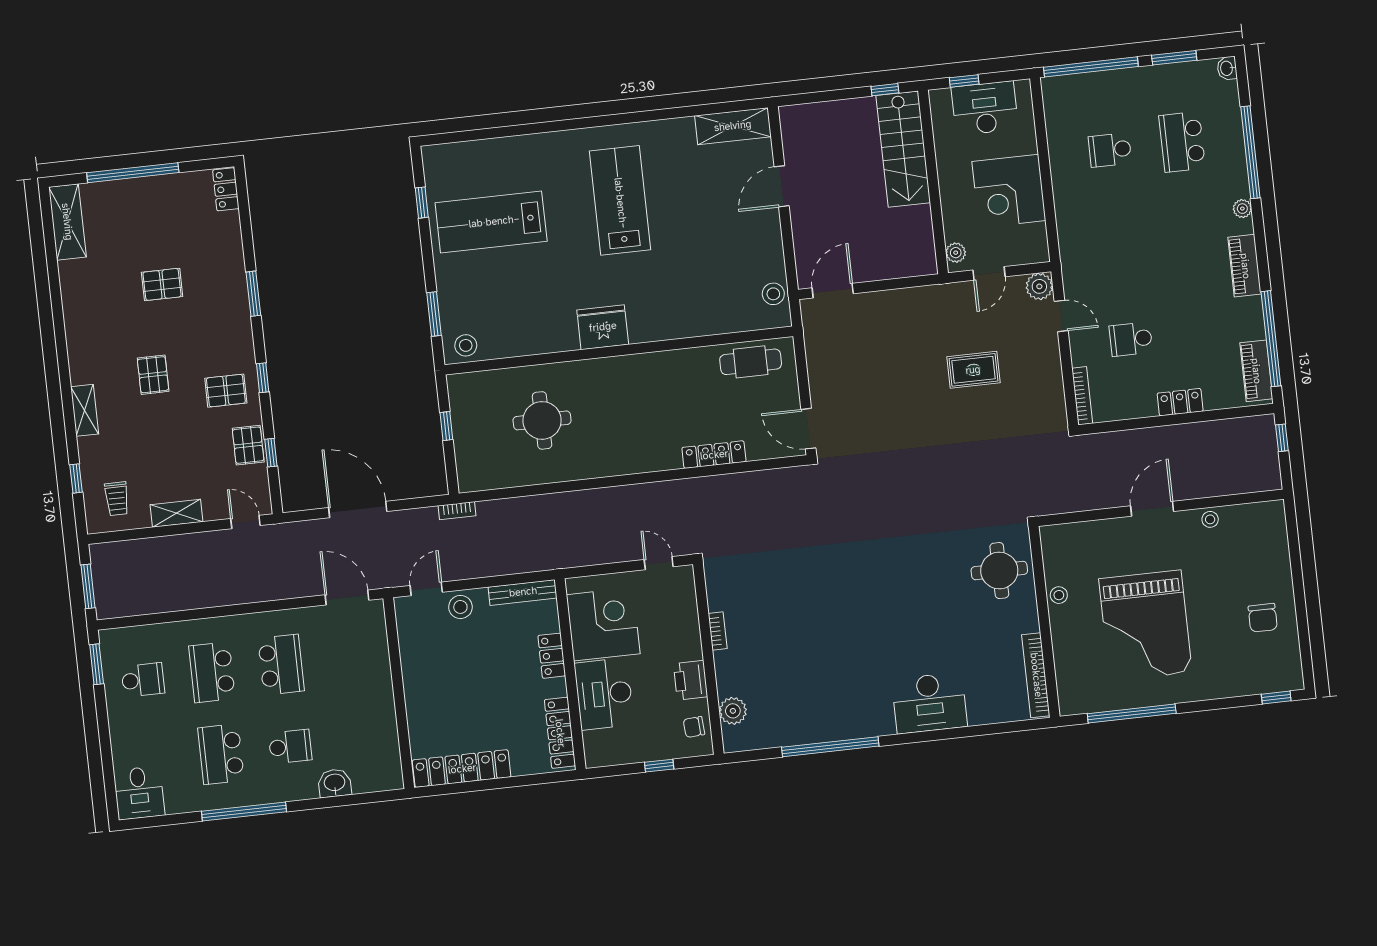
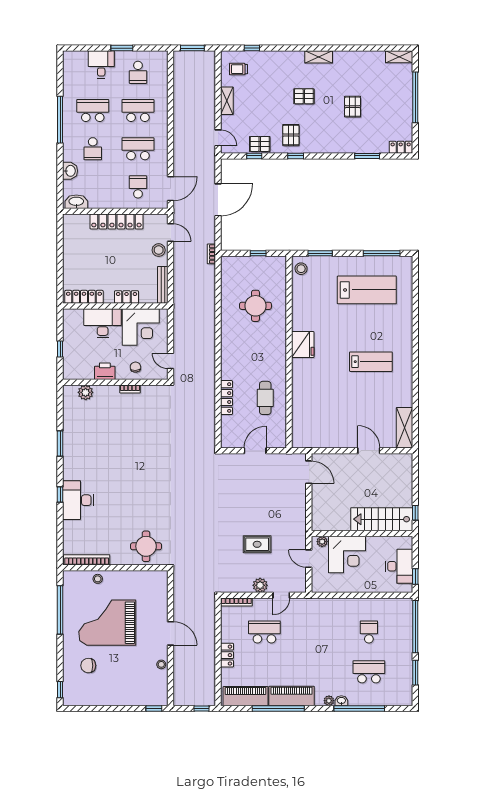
washbasin: (1227, 68) -> (341, 701), moved
window: (964, 81) -> (415, 576), moved
corner desk: (1009, 191) -> (347, 555), moved, turned 180
lab bench: (620, 200) -> (371, 362), width x0.73, depth x0.72
window: (422, 203) -> (382, 253), width x2.17
shelving: (67, 222) -> (399, 57), width x0.67, depth x0.75
lab bench: (491, 222) -> (367, 290), turned 90
piano: (1245, 266) -> (292, 696), width x1.37, depth x1.33
plant: (1039, 286) -> (260, 585), moved
window: (253, 294) -> (367, 156), moved
stool: (773, 294) -> (311, 440), removed
school desk: (1131, 339) -> (264, 632), width x1.85
window: (1271, 339) -> (278, 709), moved
cafe table: (751, 362) -> (265, 398), moved
rug: (973, 370) -> (257, 544), turned 90
piano: (1256, 371) -> (246, 696), width x1.37, depth x1.33
shelving: (85, 410) -> (319, 57), moved
door: (808, 429) -> (255, 451), moved
door: (245, 522) -> (218, 138), hinge flipped
window: (1291, 524) -> (154, 709), added
door: (659, 563) -> (171, 361), swing flipped
stool: (1059, 595) -> (98, 579), moved
chair: (1263, 618) -> (88, 666), moved
school desk: (350, 657) -> (138, 187), added
window: (97, 664) -> (122, 48), moved
school desk: (281, 665) -> (138, 149), turned 180
chair: (694, 727) -> (135, 367), moved
window: (923, 737) -> (60, 494), added
window: (830, 747) -> (60, 443), width x0.47
washbasin: (389, 766) -> (76, 202), added
locker: (462, 769) -> (116, 221), moved, turned 90
desk: (139, 793) -> (101, 65), moved, turned 90

